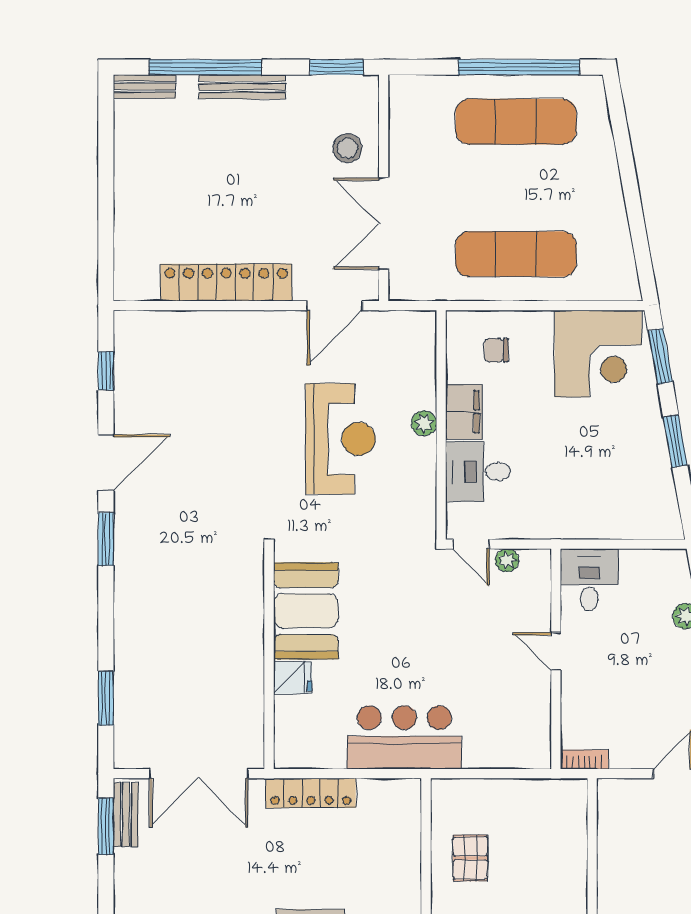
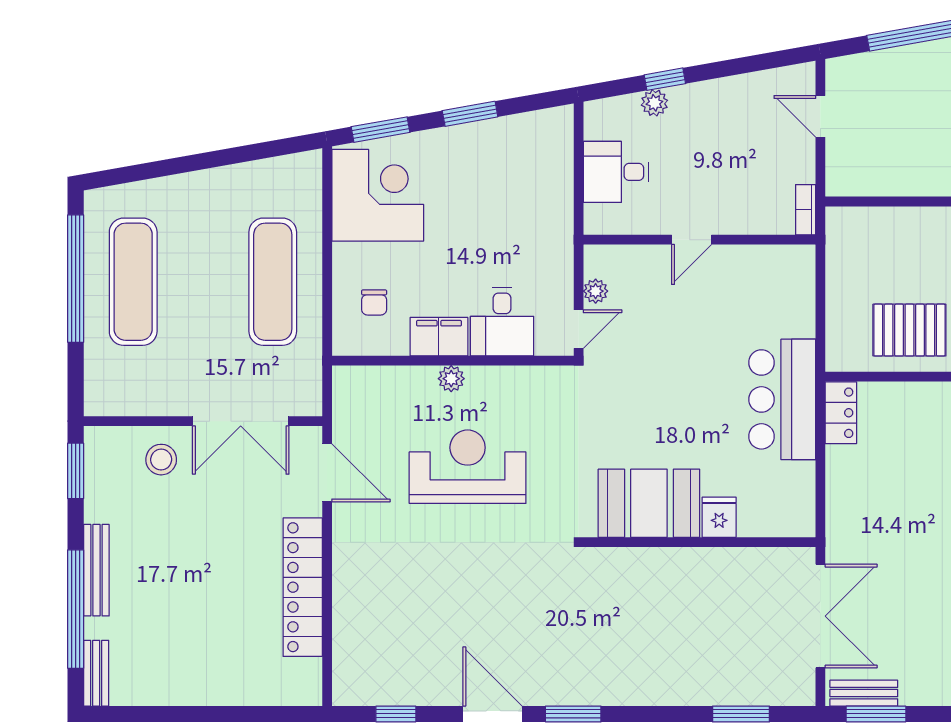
desk: (589, 580) -> (616, 172), moved
locker: (311, 793) -> (841, 413), moved, width x0.66
pallet: (470, 858) -> (909, 330), width x1.50, depth x1.42

